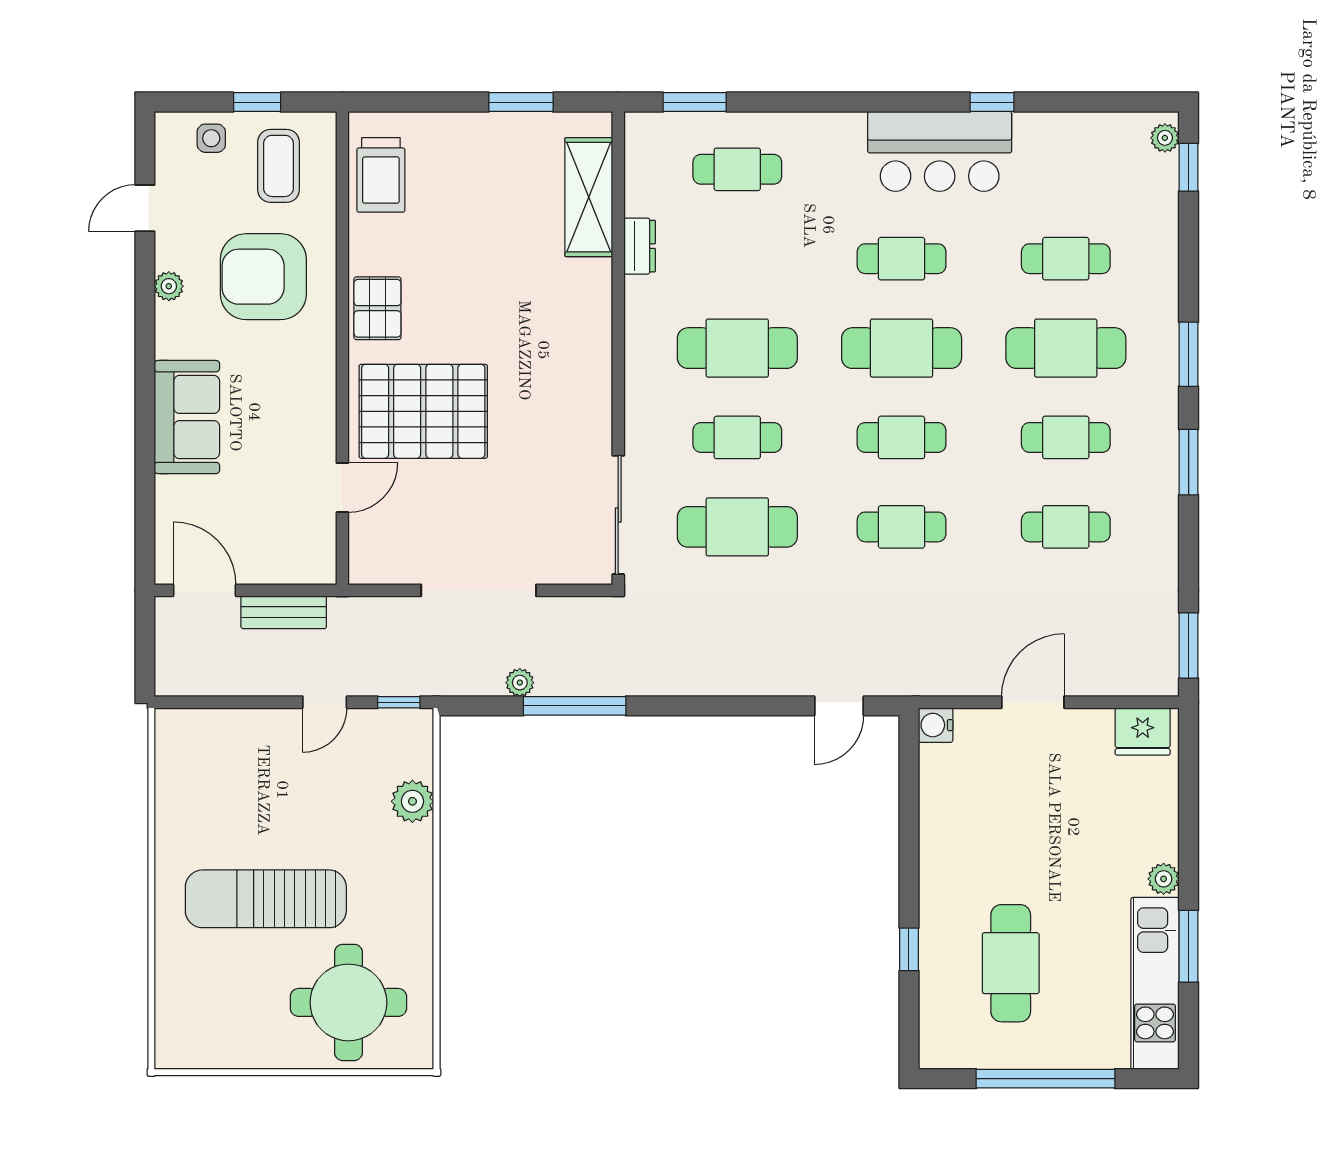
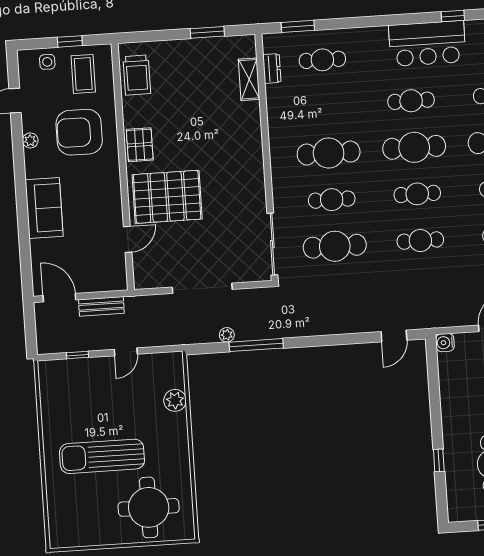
shelving: (589, 197) -> (249, 79), width x0.67, depth x0.75
dresser: (640, 246) -> (272, 68), moved
window: (399, 702) -> (78, 355), moved

